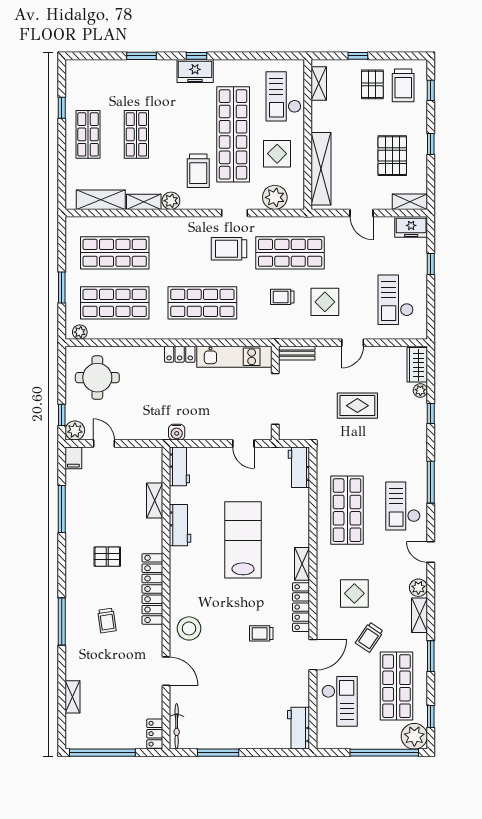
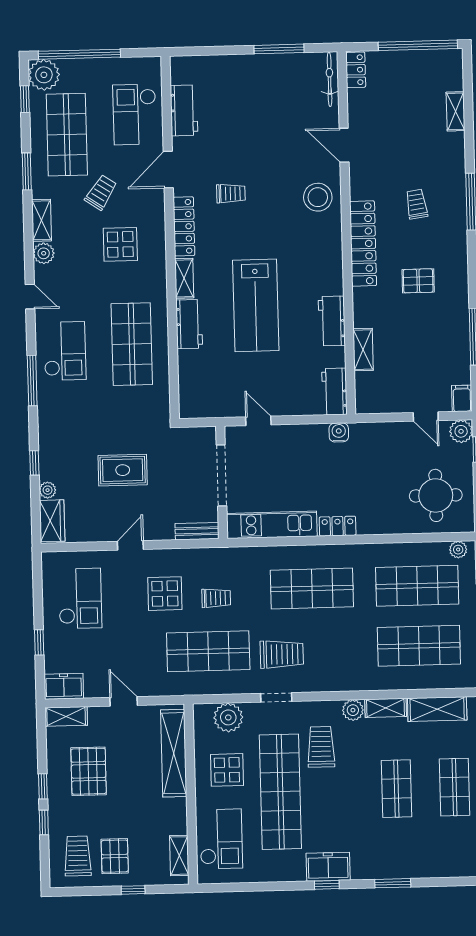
window: (431, 90) -> (44, 822), moved
workbench: (299, 467) -> (189, 324), moved
workbench: (299, 728) -> (184, 110), moved

